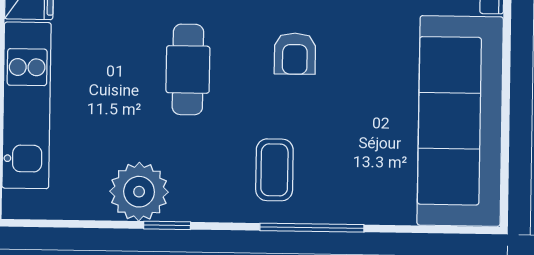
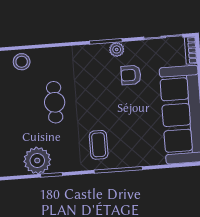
armchair: (295, 54) -> (131, 75), moved, turned 90

